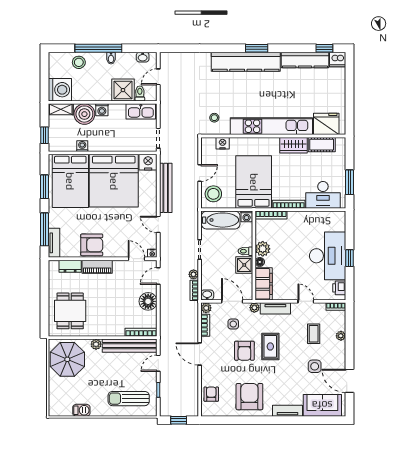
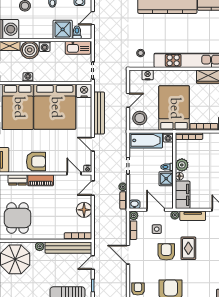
armchair: (244, 351) -> (166, 252), turned 180

